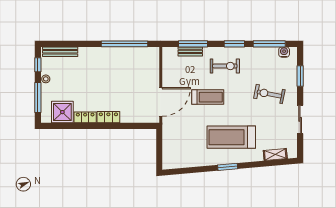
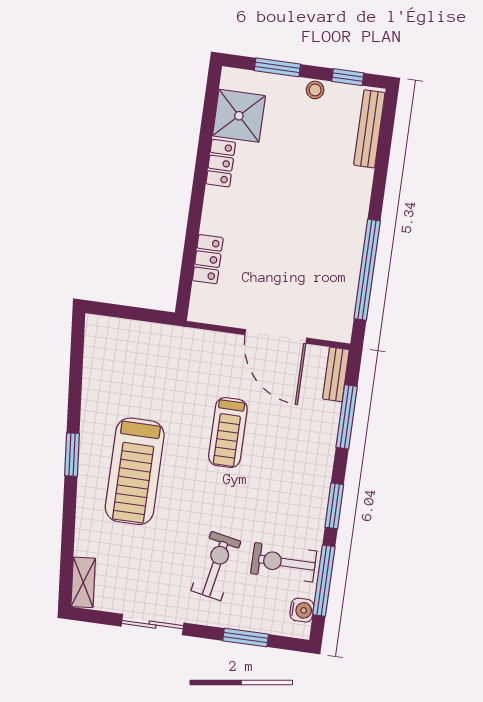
bench: (190, 51) -> (336, 374), moved
exercise bike: (225, 66) -> (284, 562), moved, turned 90
window: (38, 98) -> (277, 67), width x0.69
door: (161, 102) -> (276, 336), moved
locker: (108, 117) -> (208, 259), moved
treadmill: (231, 137) -> (135, 471), turned 180
shelving: (275, 154) -> (83, 582), moved

